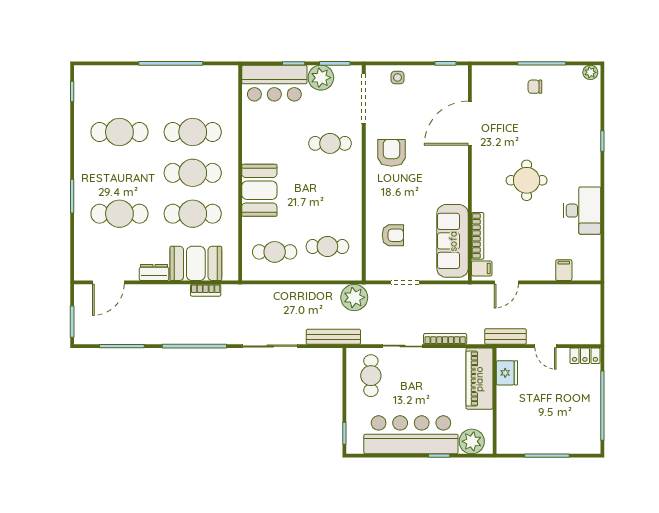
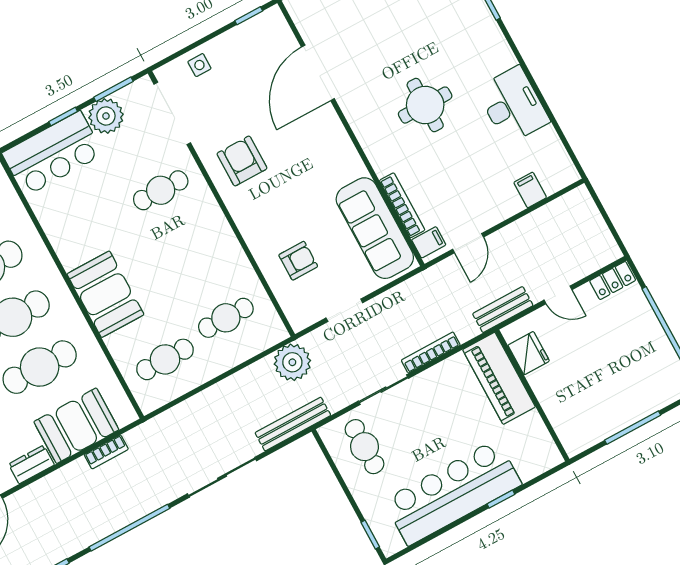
plant: (472, 441) -> (531, 460), removed

